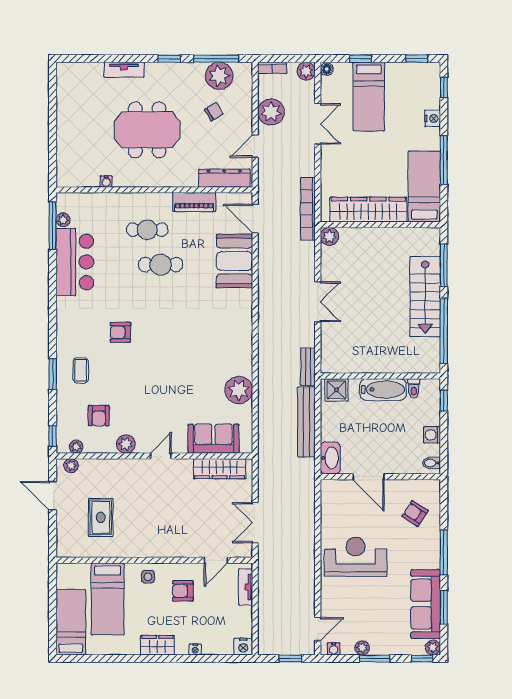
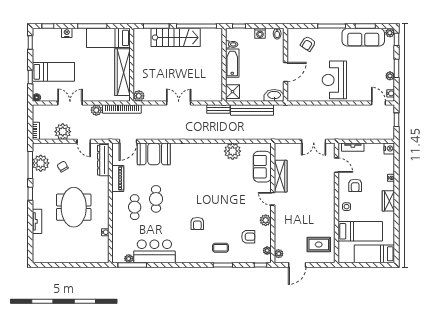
plant: (306, 71) -> (96, 110), moved
wardrobe: (220, 469) -> (281, 176), moved
rug: (101, 517) -> (319, 245), moved

